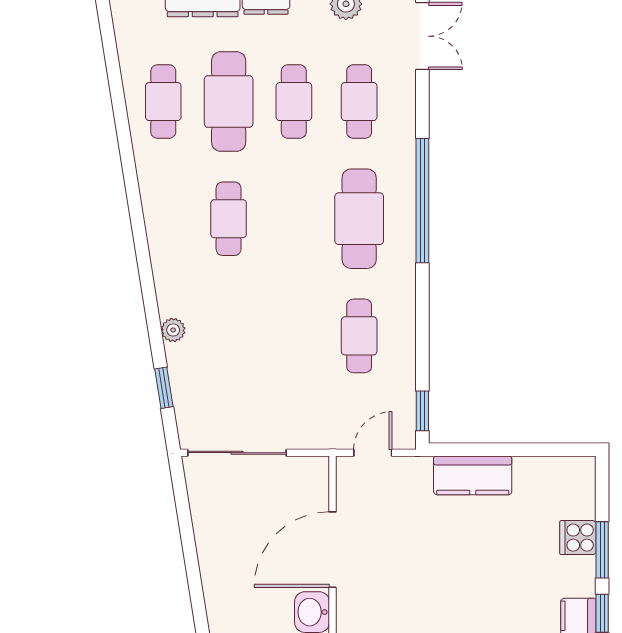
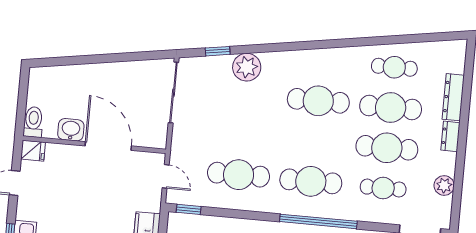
cafe table: (294, 102) -> (387, 148), width x1.37, depth x1.35
cafe table: (229, 219) -> (318, 101), width x1.37, depth x1.35
plant: (173, 330) -> (247, 67), width x1.87, depth x1.87
cafe table: (359, 336) -> (239, 175), width x1.37, depth x1.35

